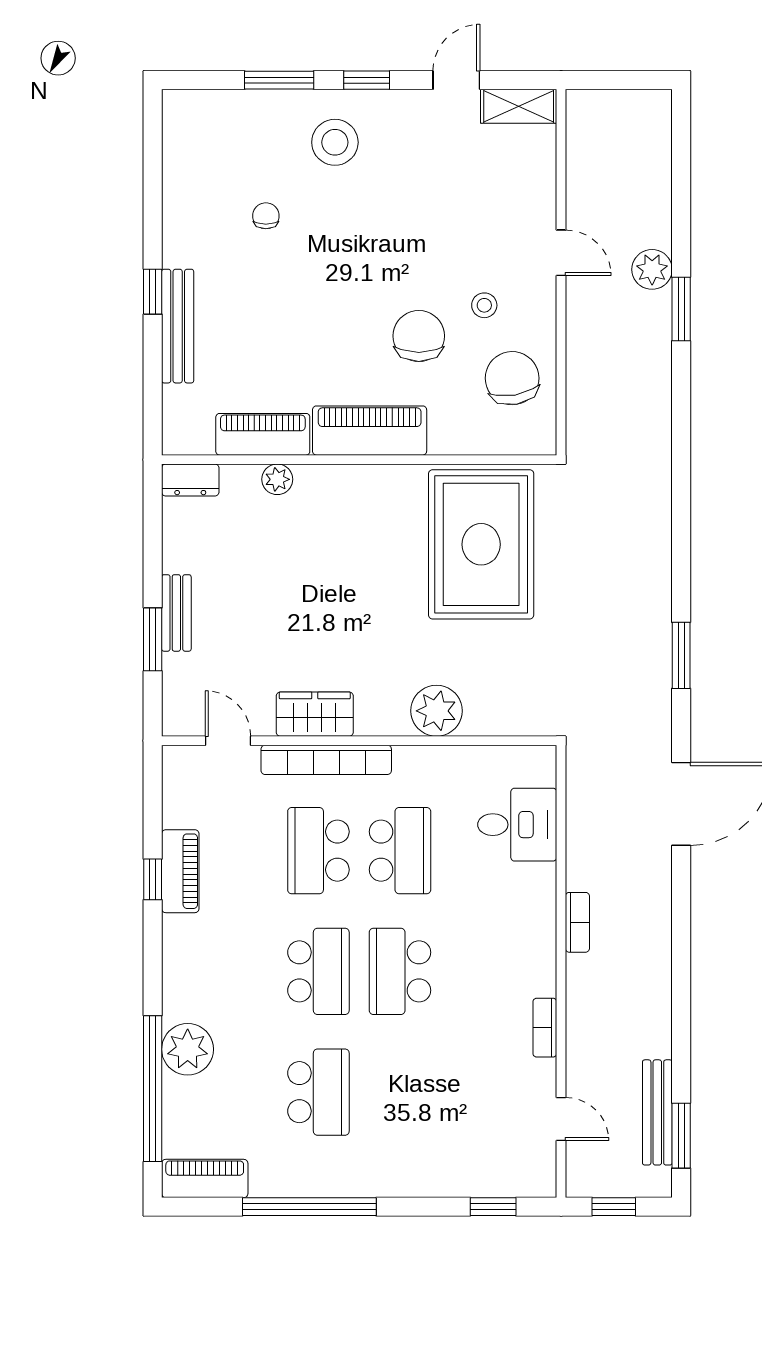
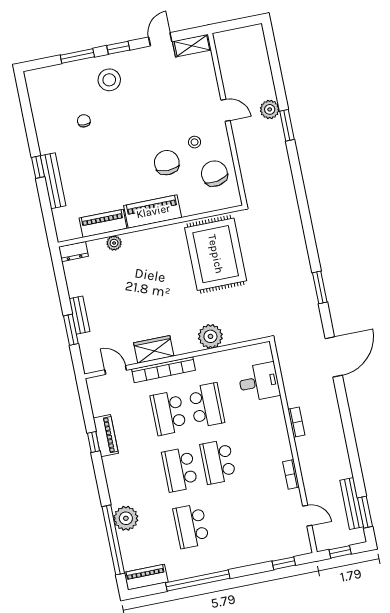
school desk: (318, 971) -> (180, 469), turned 180
school desk: (318, 1092) -> (191, 526), turned 180

